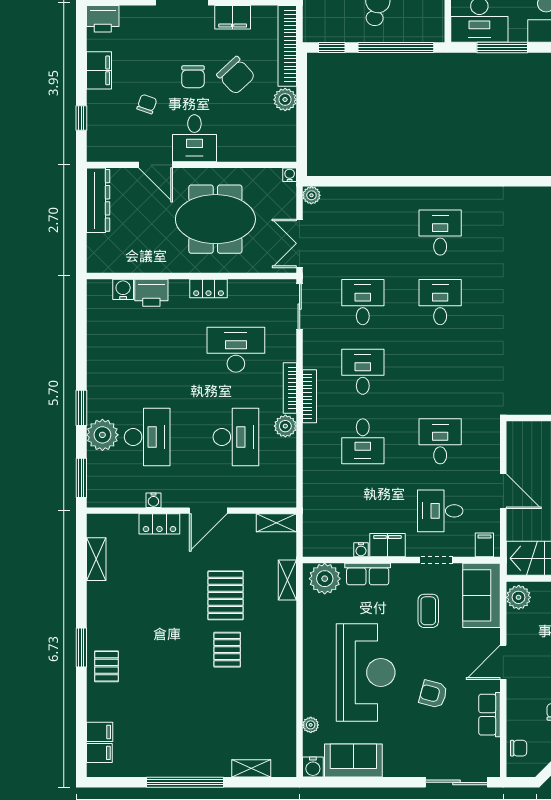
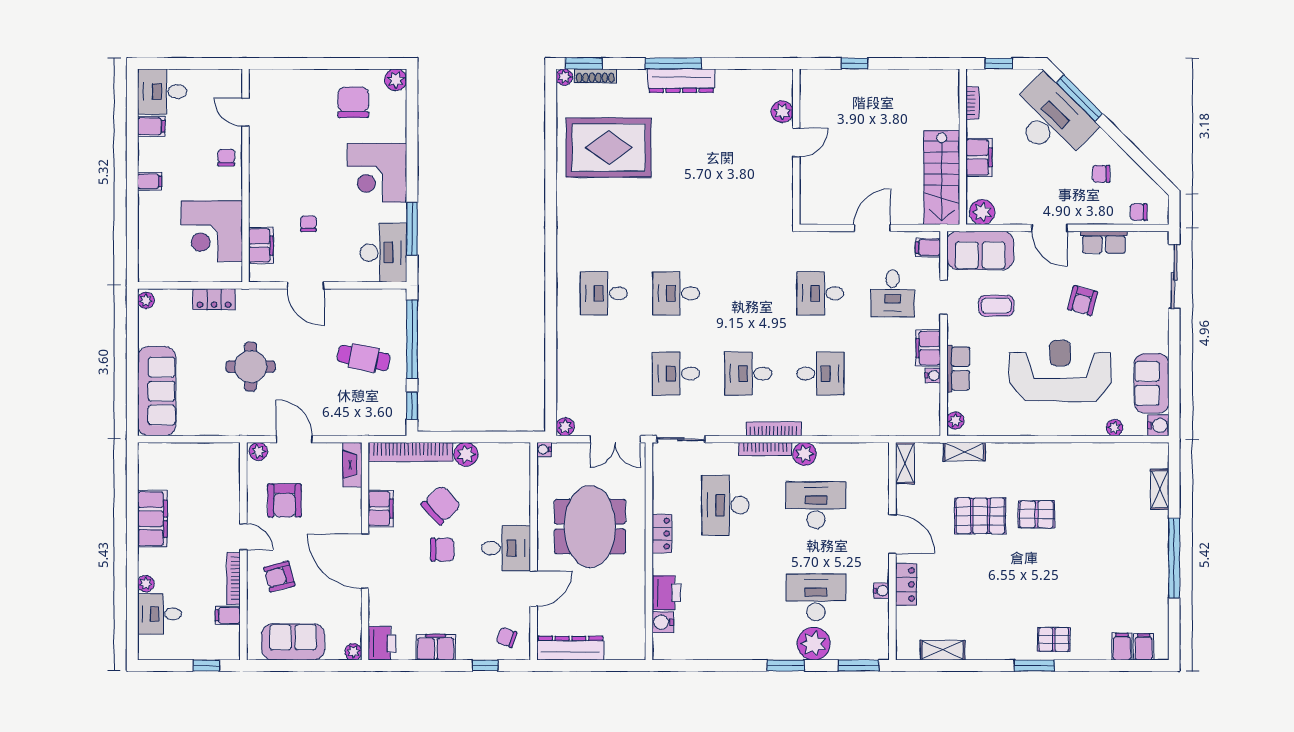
chair: (147, 104) -> (507, 637), moved
plant: (325, 579) -> (955, 421), width x0.53, depth x0.53
chair: (519, 748) -> (1139, 212), turned -90

